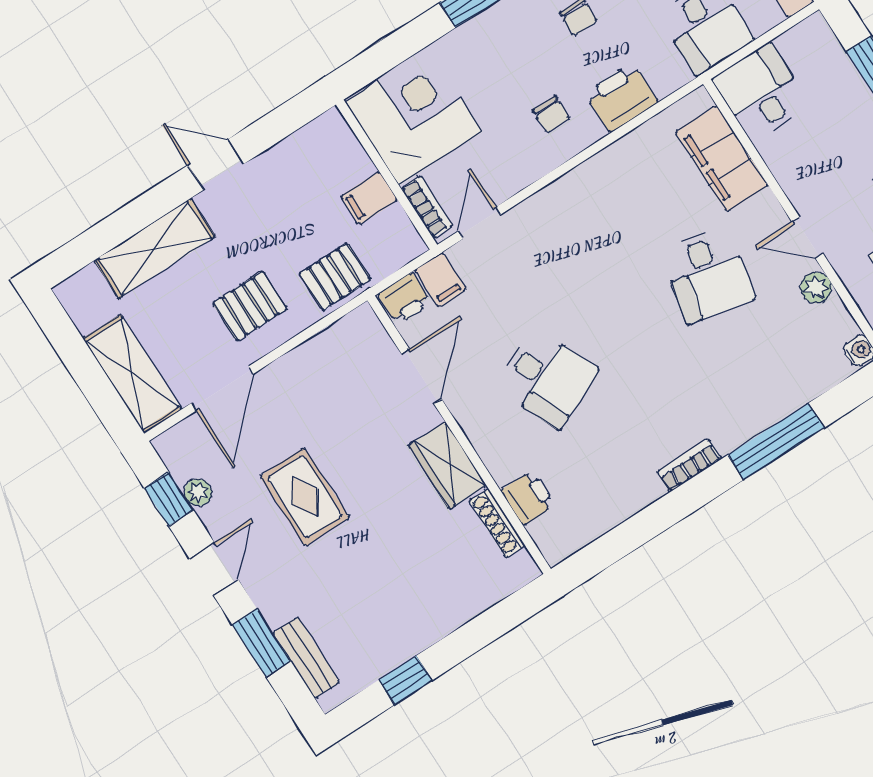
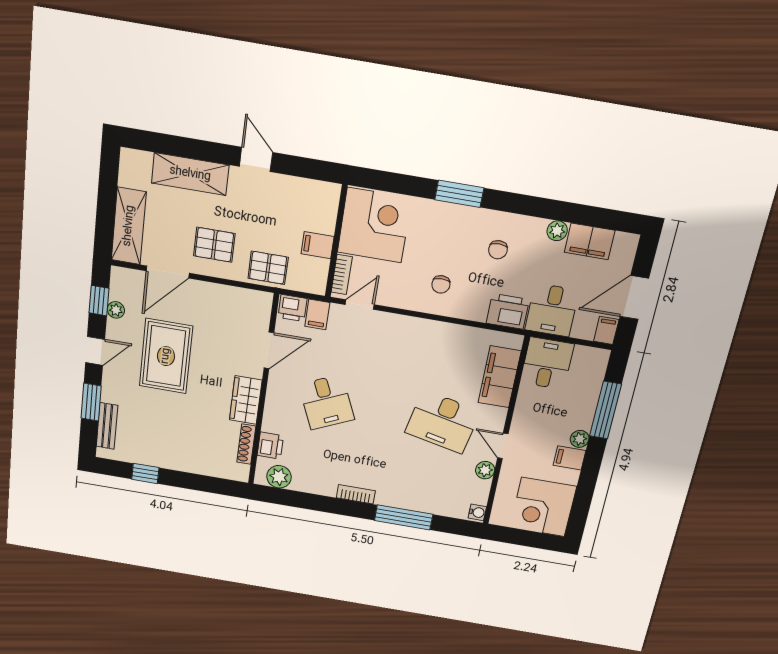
printer: (621, 97) -> (508, 311), moved
desk: (707, 275) -> (443, 422), width x1.37
rug: (305, 497) -> (166, 356), width x1.36, depth x1.43
plant: (574, 530) -> (279, 477), added

